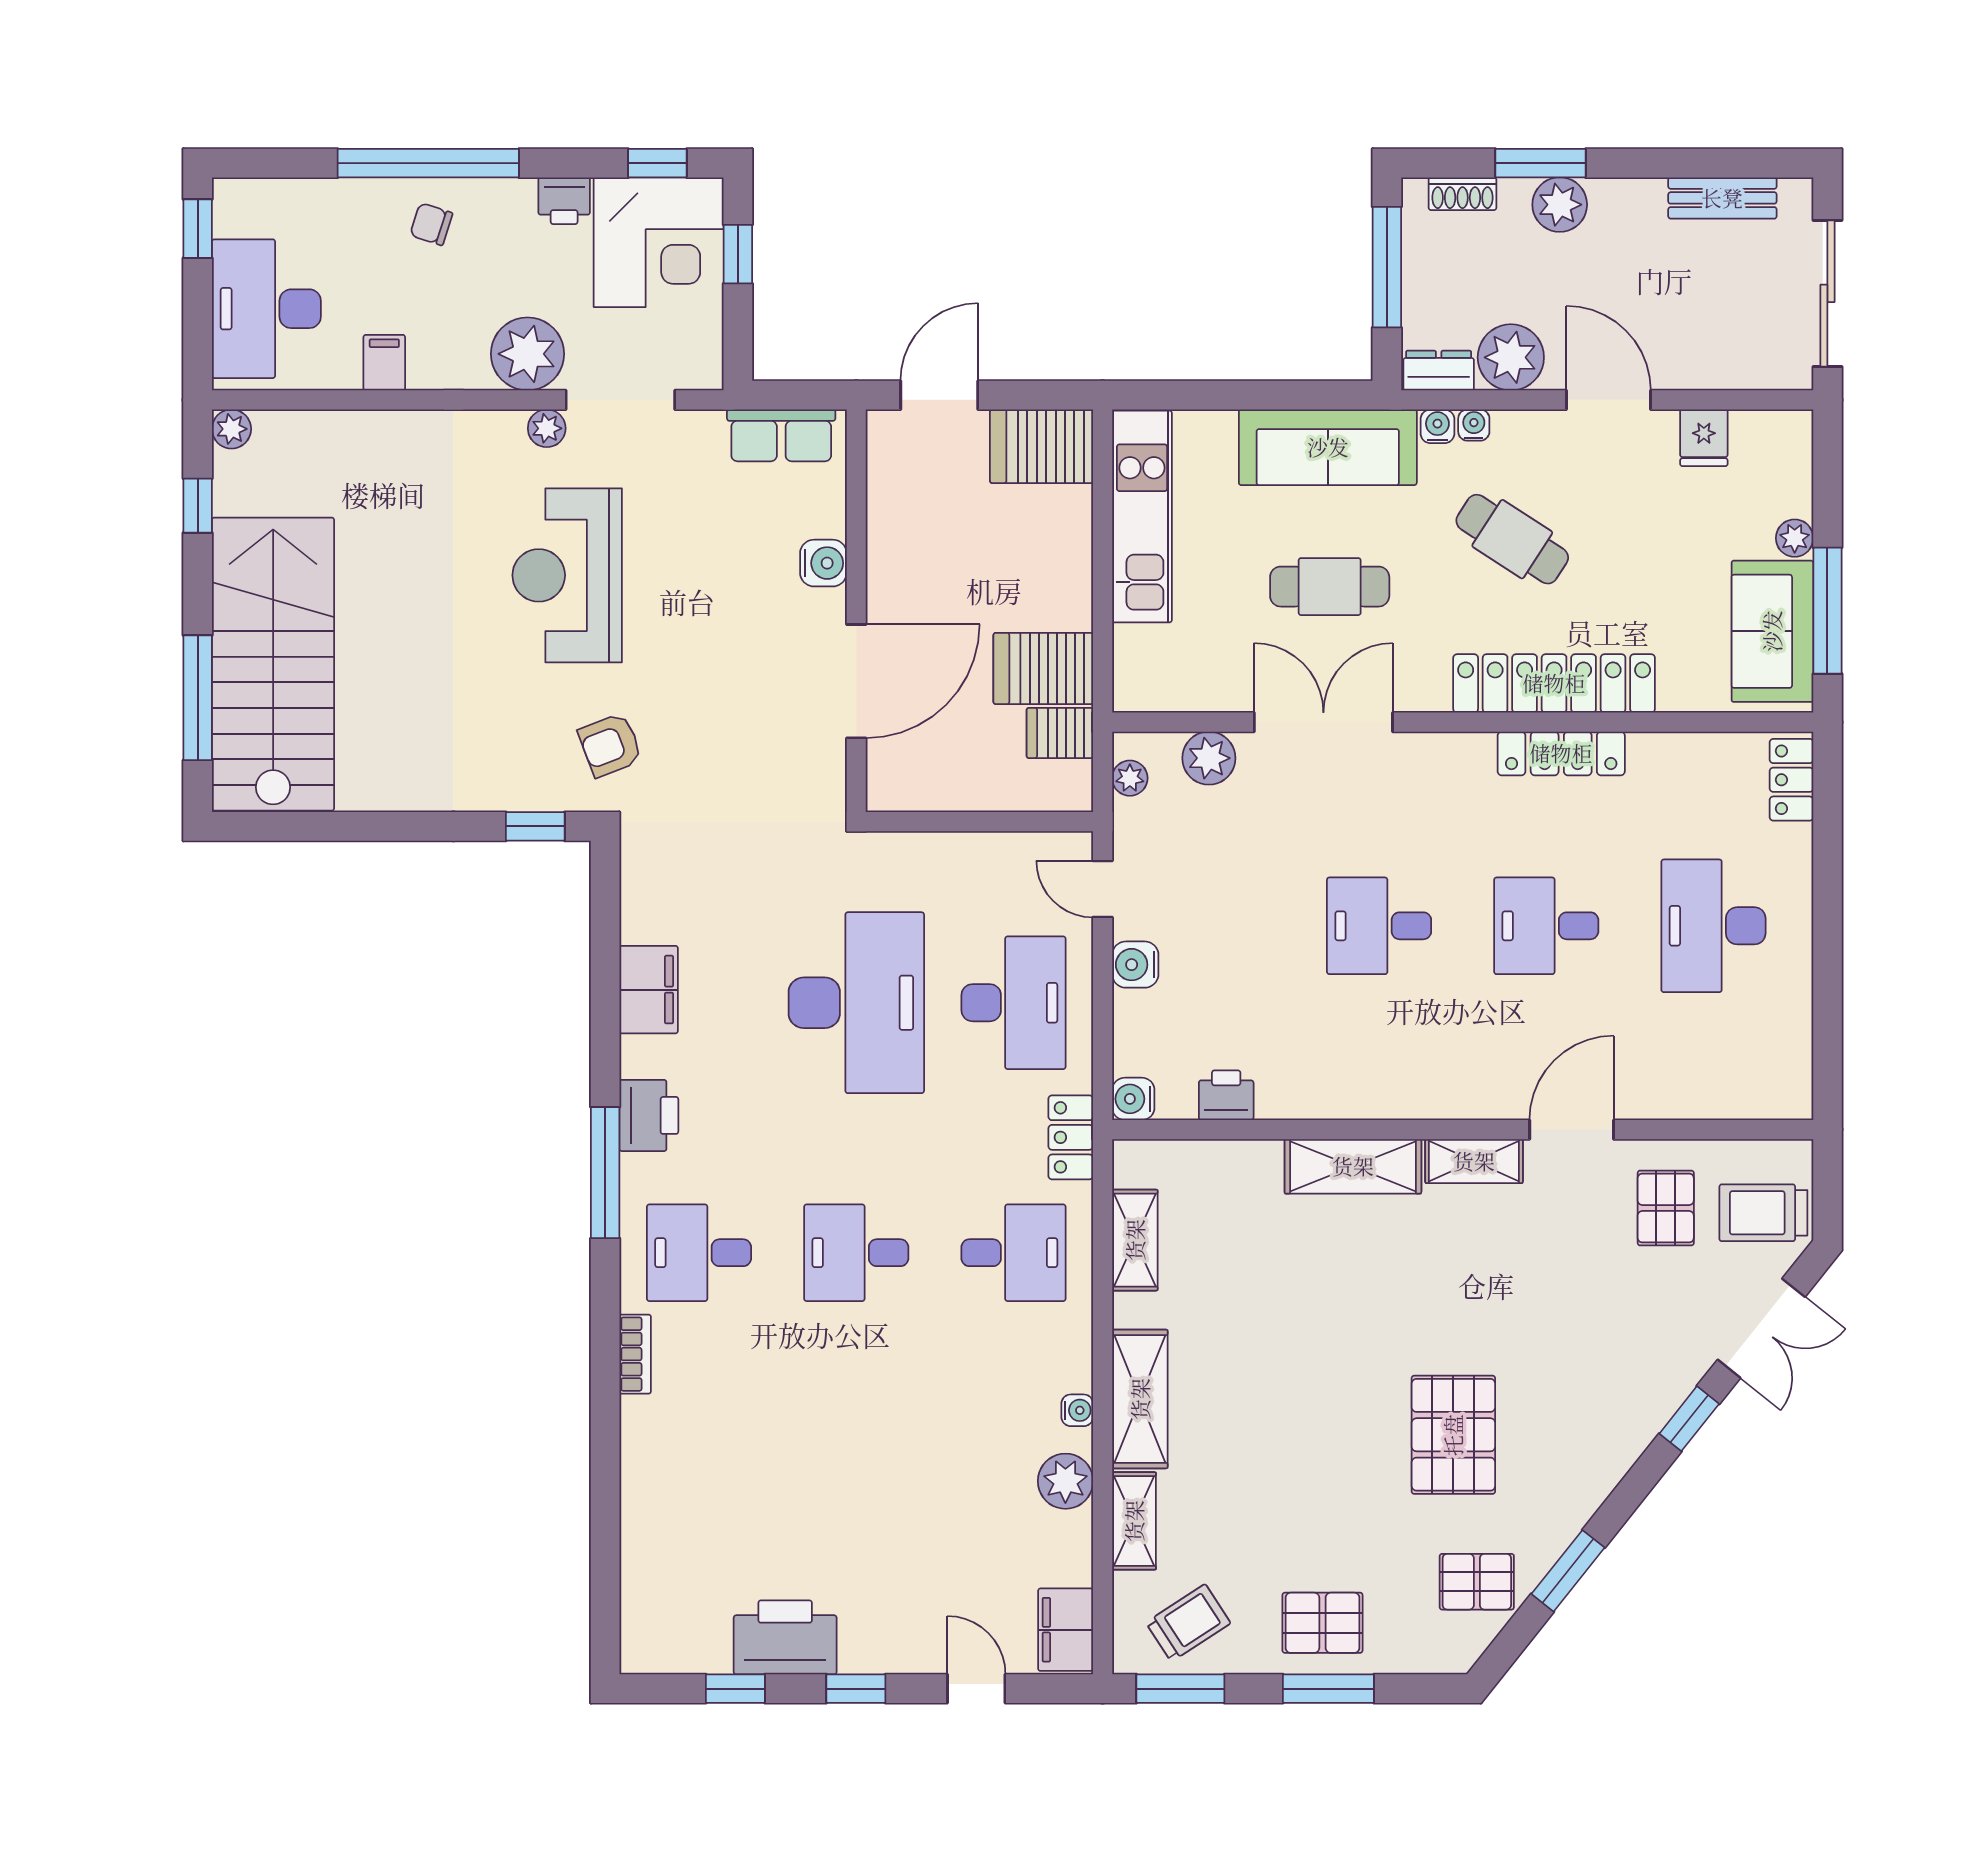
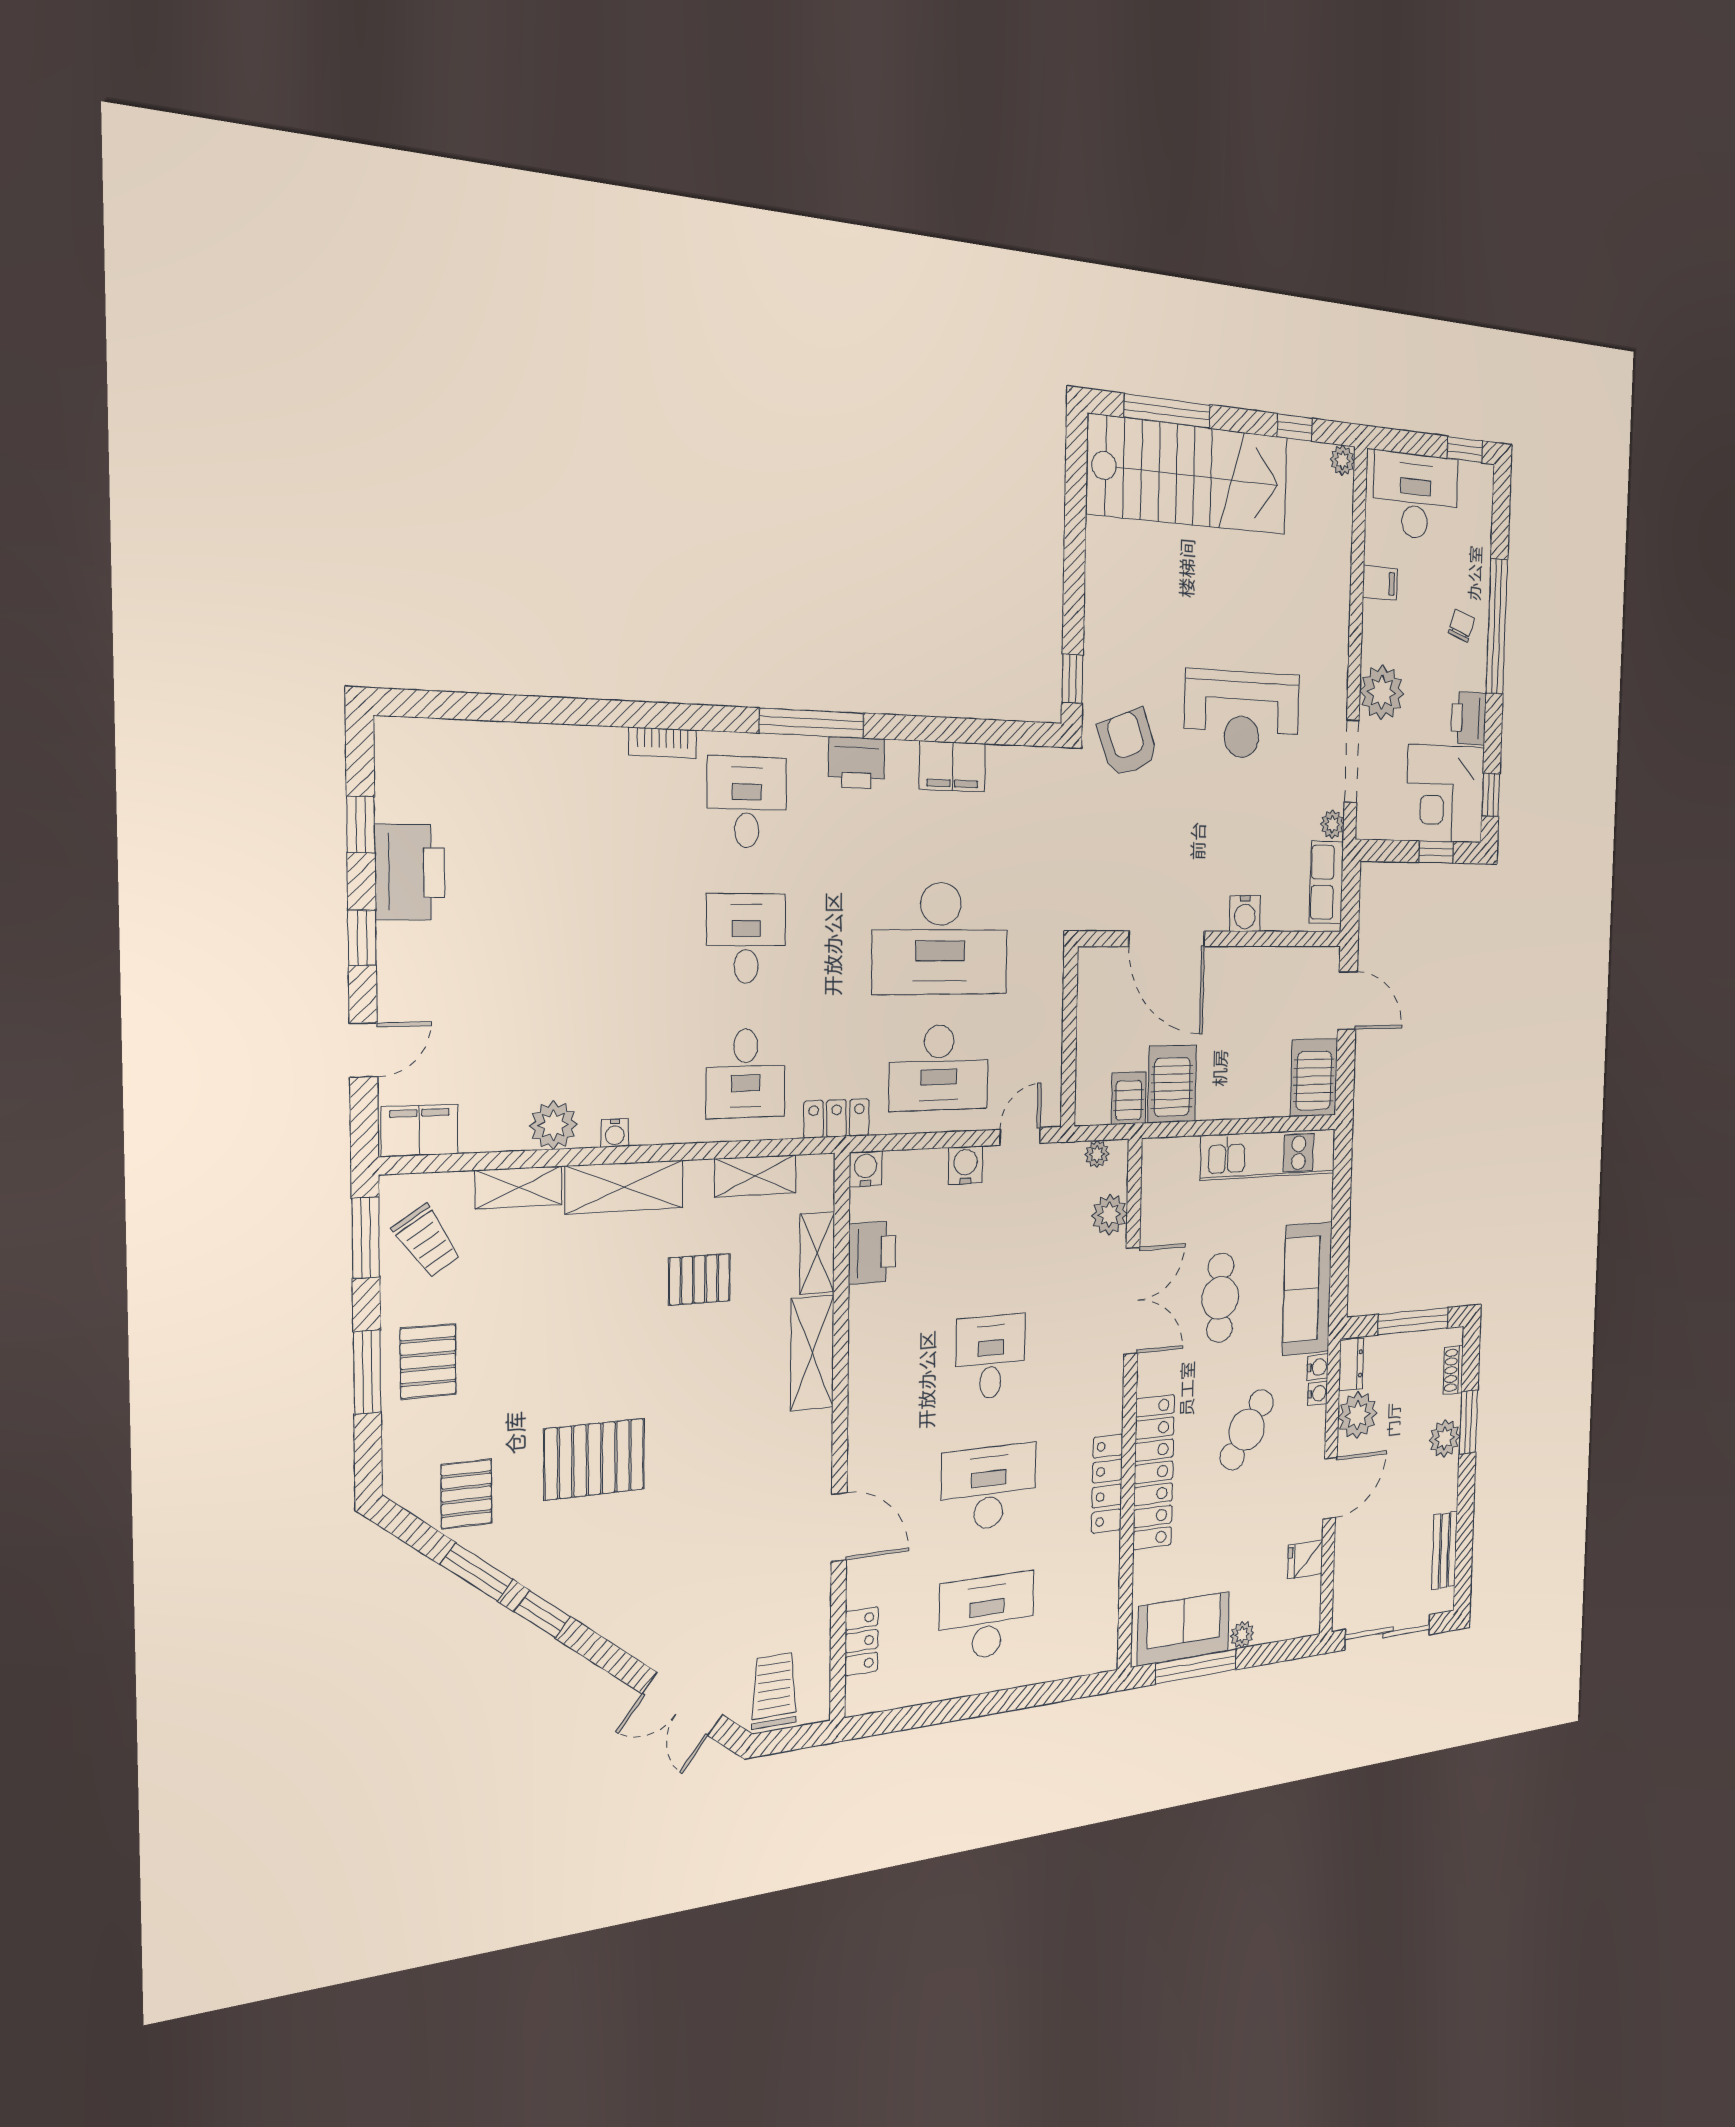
printer: (564, 201) -> (1469, 718), width x1.36, depth x1.24
plant: (547, 428) -> (1332, 824), moved
reception desk: (567, 575) -> (1242, 715), turned 180
armchair: (610, 745) -> (1128, 743), width x1.38, depth x1.38
locker: (1791, 780) -> (862, 1641), moved, turned 90
desk: (1546, 926) -> (989, 1488), width x1.37
printer: (1226, 1095) -> (872, 1253), width x1.36, depth x1.24
shelving: (1474, 1161) -> (817, 1253), moved
pallet: (1666, 1208) -> (699, 1279), moved
window: (1689, 1419) -> (542, 1614), moved

